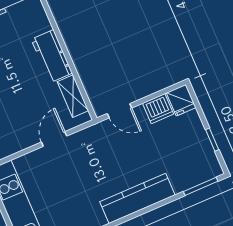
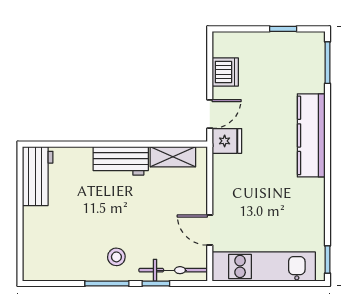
fridge: (181, 100) -> (227, 141), moved
door: (54, 139) -> (210, 230), moved

